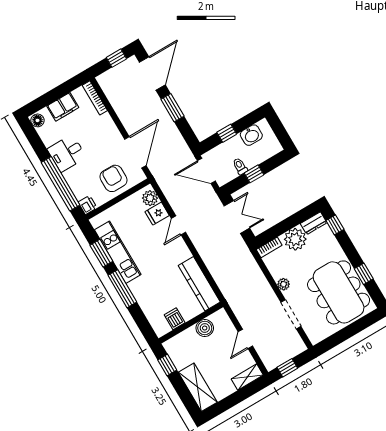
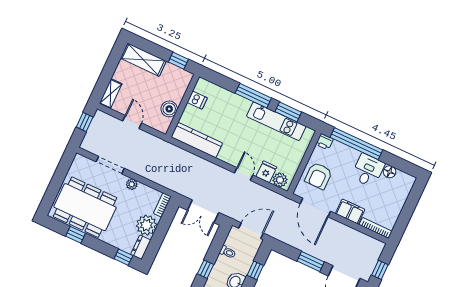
filing cabinet: (63, 107) -> (350, 211), moved, turned 90
floor lamp: (37, 120) -> (390, 172), moved
window: (254, 174) -> (205, 269), moved
armchair: (114, 178) -> (318, 176), turned 90

